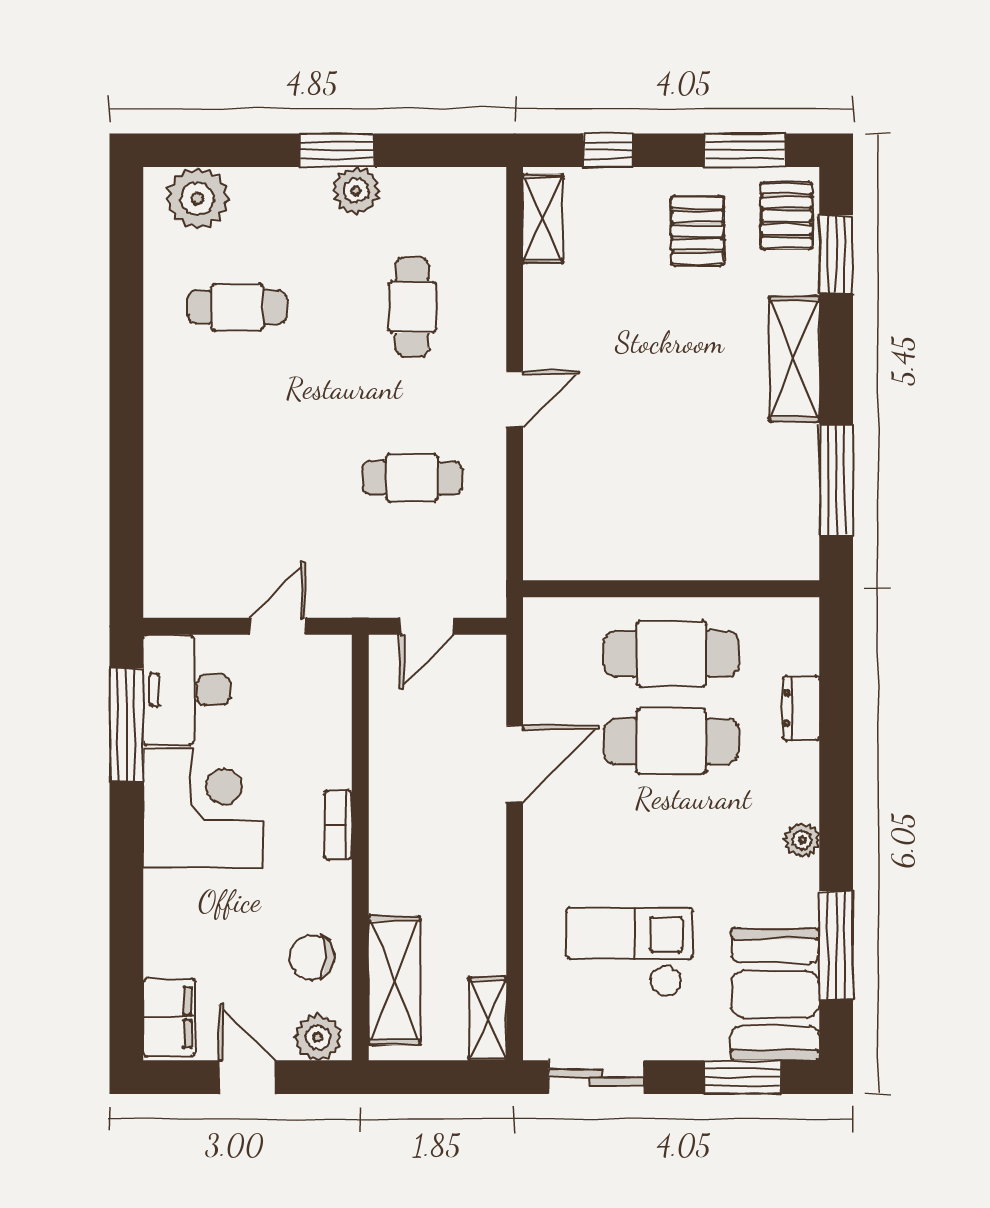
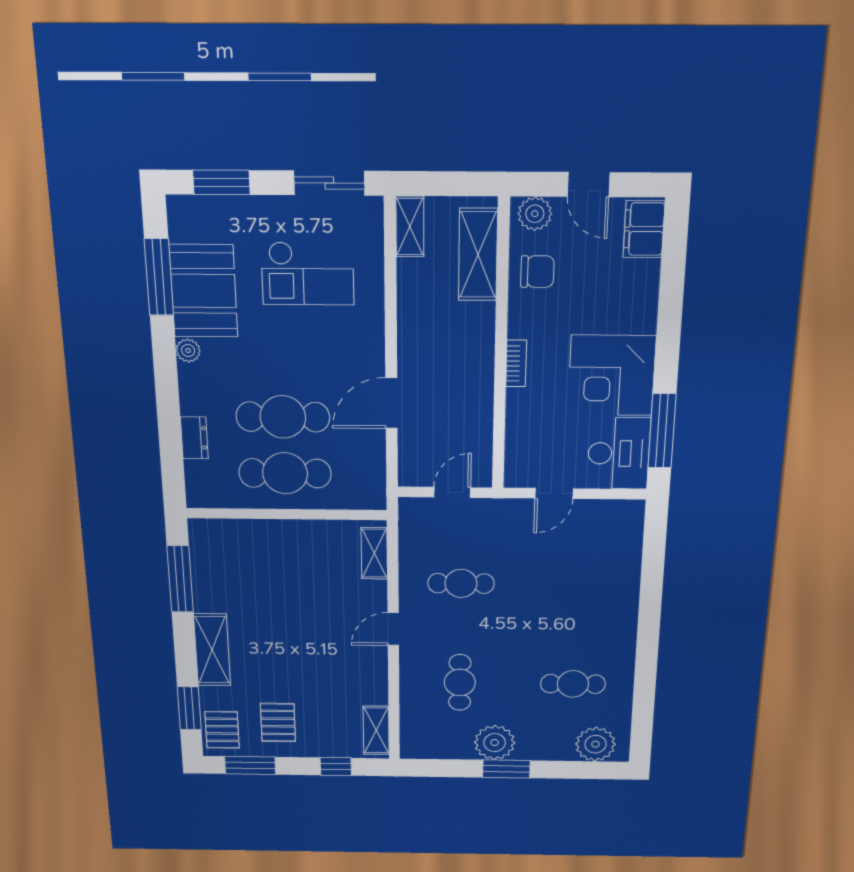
plant: (356, 191) -> (495, 743), width x1.36, depth x1.36
shelving: (542, 526) -> (374, 553), added
booth: (775, 995) -> (204, 291), moved

